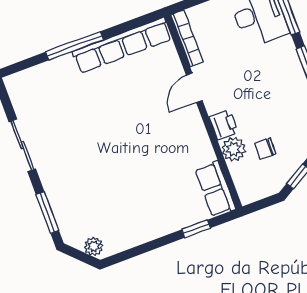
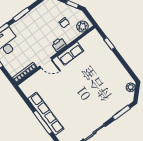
row of seats: (122, 45) -> (46, 114), moved
plant: (234, 149) -> (83, 26), moved
row of seats: (215, 189) -> (71, 54), moved

